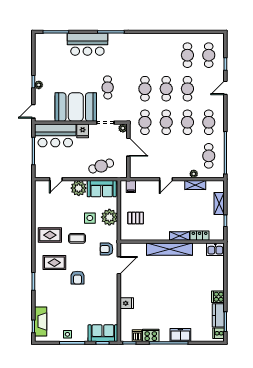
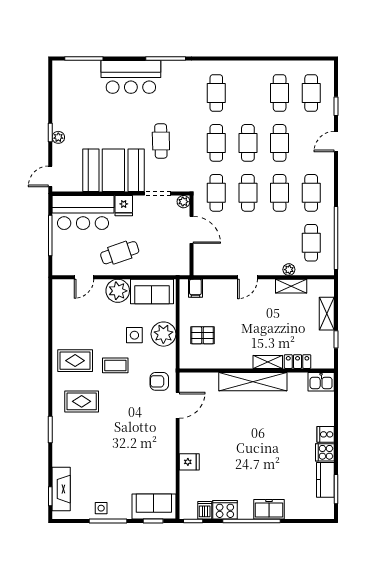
cafe table: (145, 55) -> (216, 93), added
cafe table: (101, 166) -> (120, 253), moved
armchair: (78, 278) -> (116, 424), removed
cooker: (218, 333) -> (326, 434), moved

